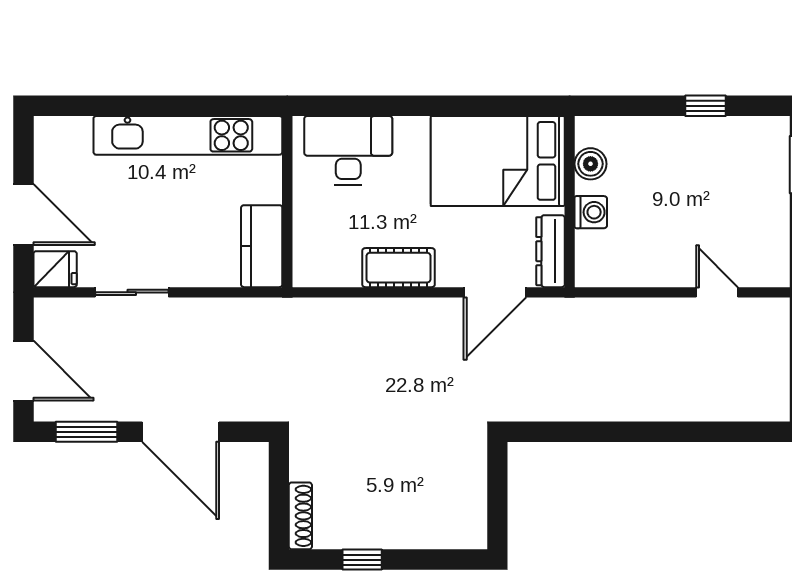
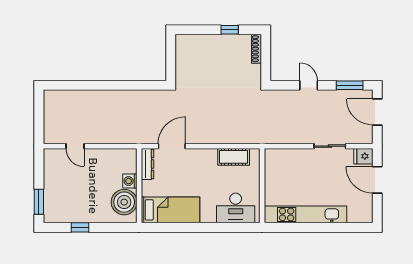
bed: (498, 161) -> (170, 210), width x0.67
boiler: (590, 164) -> (124, 202), width x1.86, depth x1.86
kitchen counter: (262, 246) -> (273, 166), removed
cot: (399, 268) -> (234, 157), moved
door: (181, 432) -> (309, 85), width x0.53

